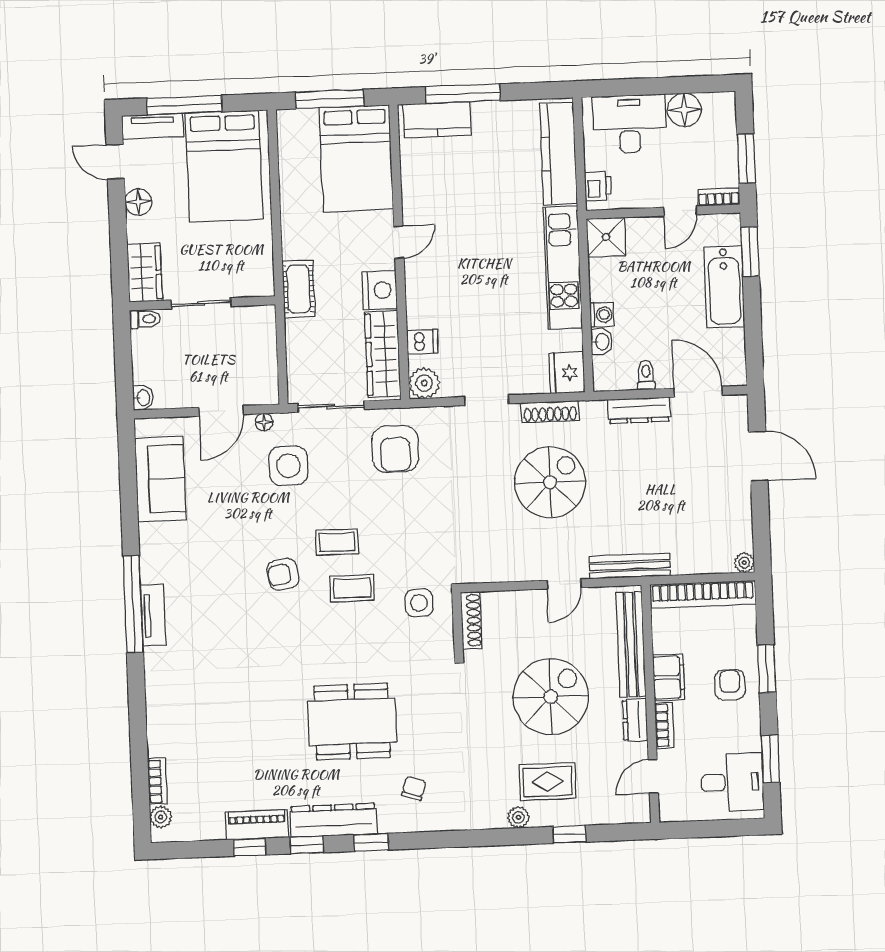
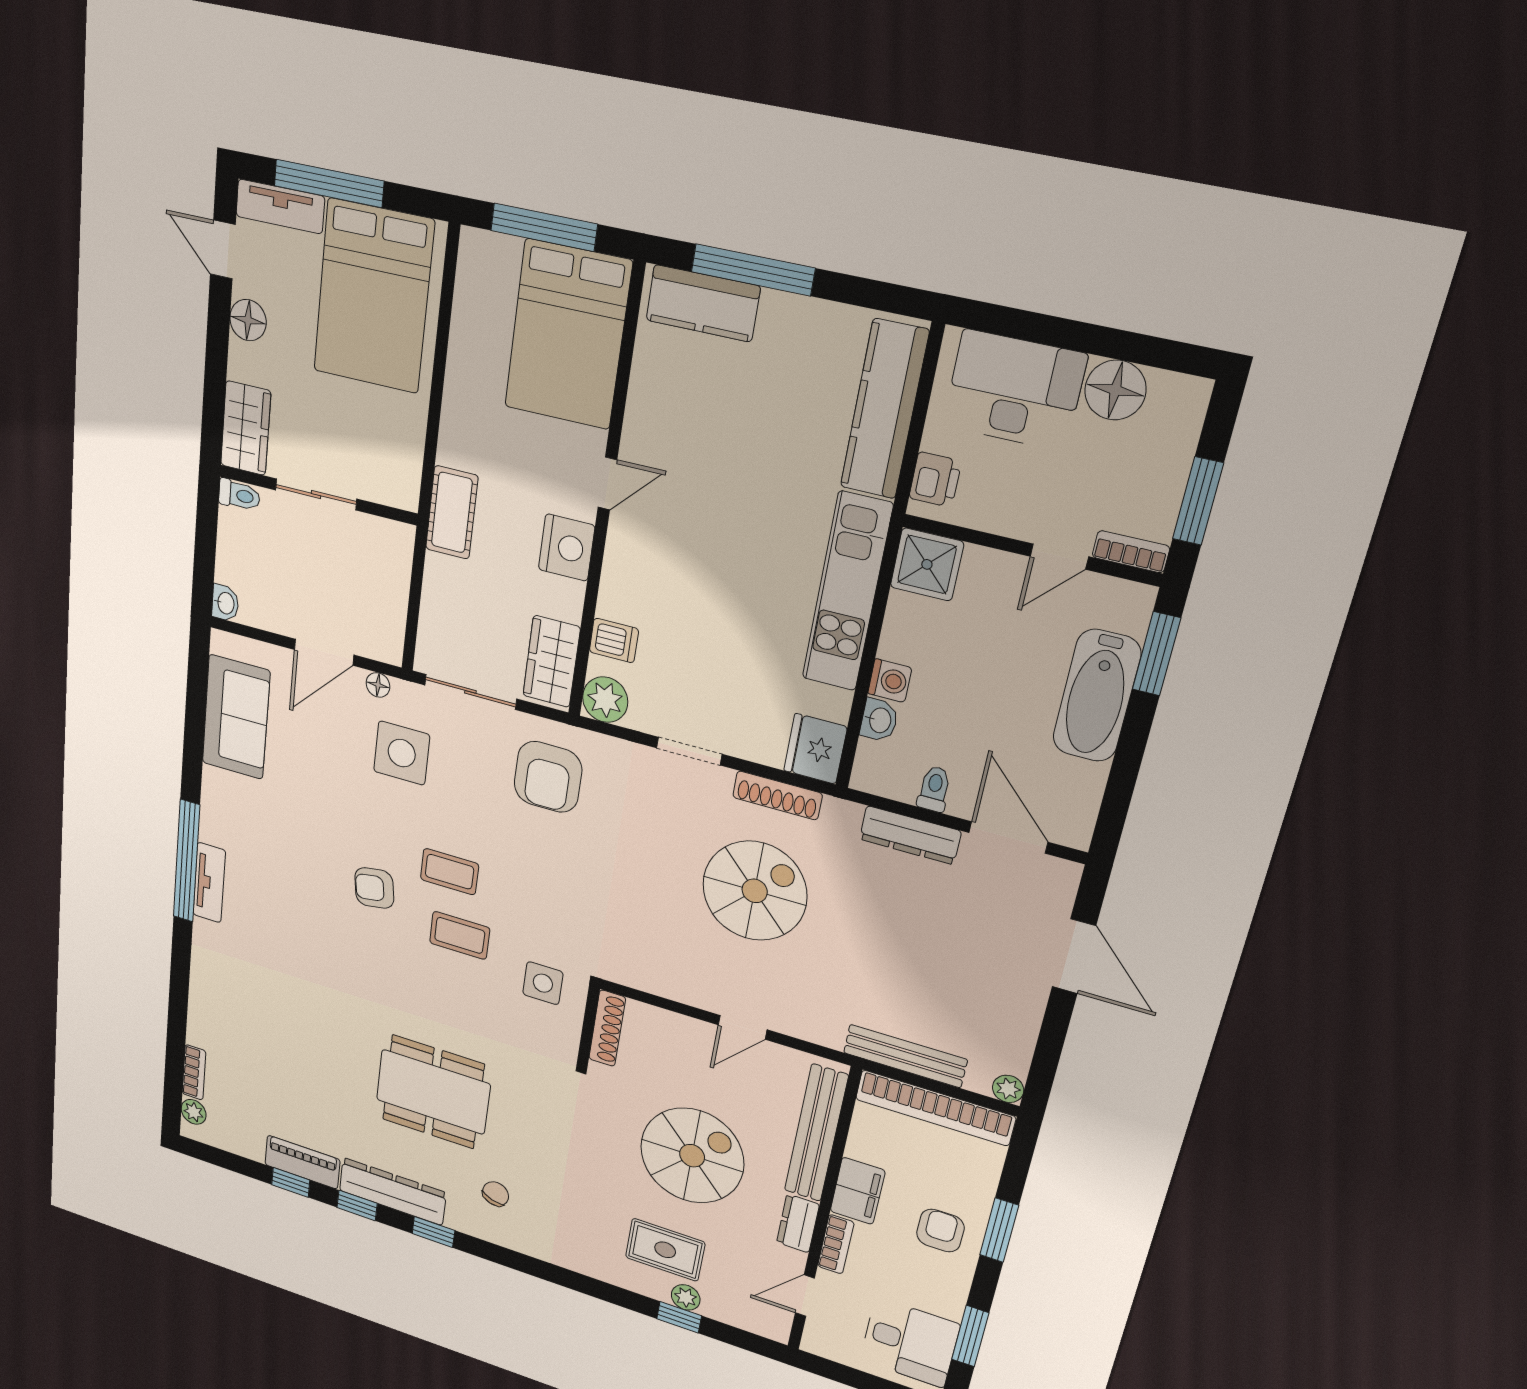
wardrobe: (383, 354) -> (552, 661), width x0.67
bench: (630, 566) -> (905, 1056), moved
plant: (518, 817) -> (686, 1297), moved

